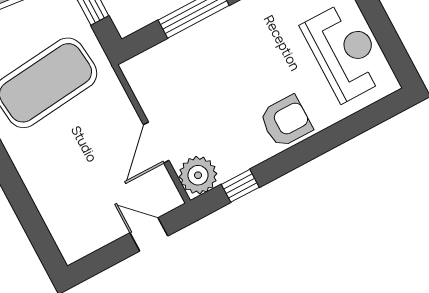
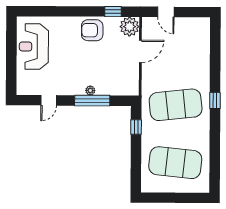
plant: (206, 28) -> (90, 90), added
armchair: (286, 121) -> (92, 30), moved

